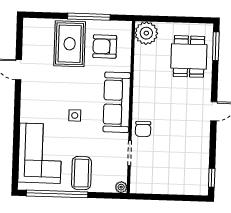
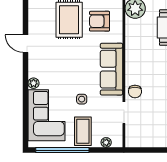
side table: (75, 115) -> (82, 99), moved
plant: (26, 116) -> (34, 83), added
plant: (121, 187) -> (106, 142), moved

